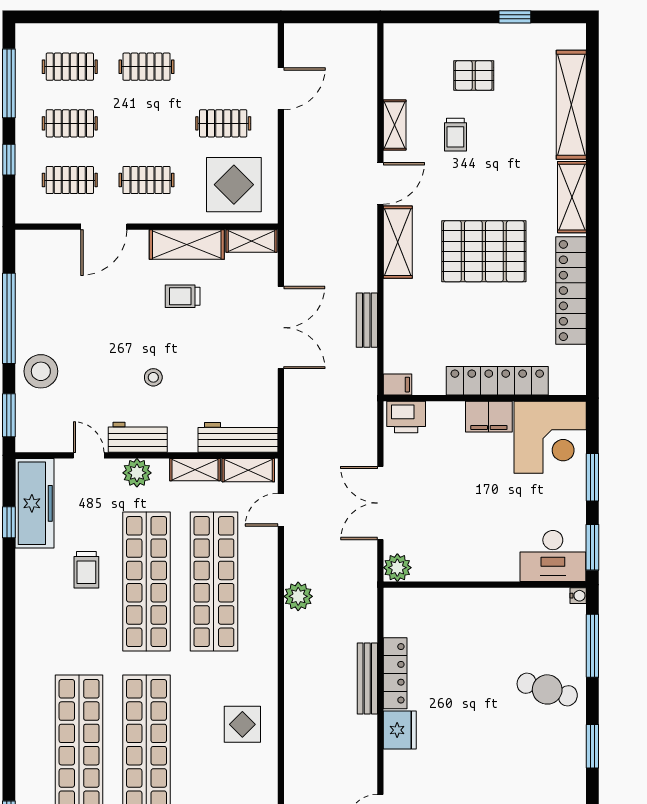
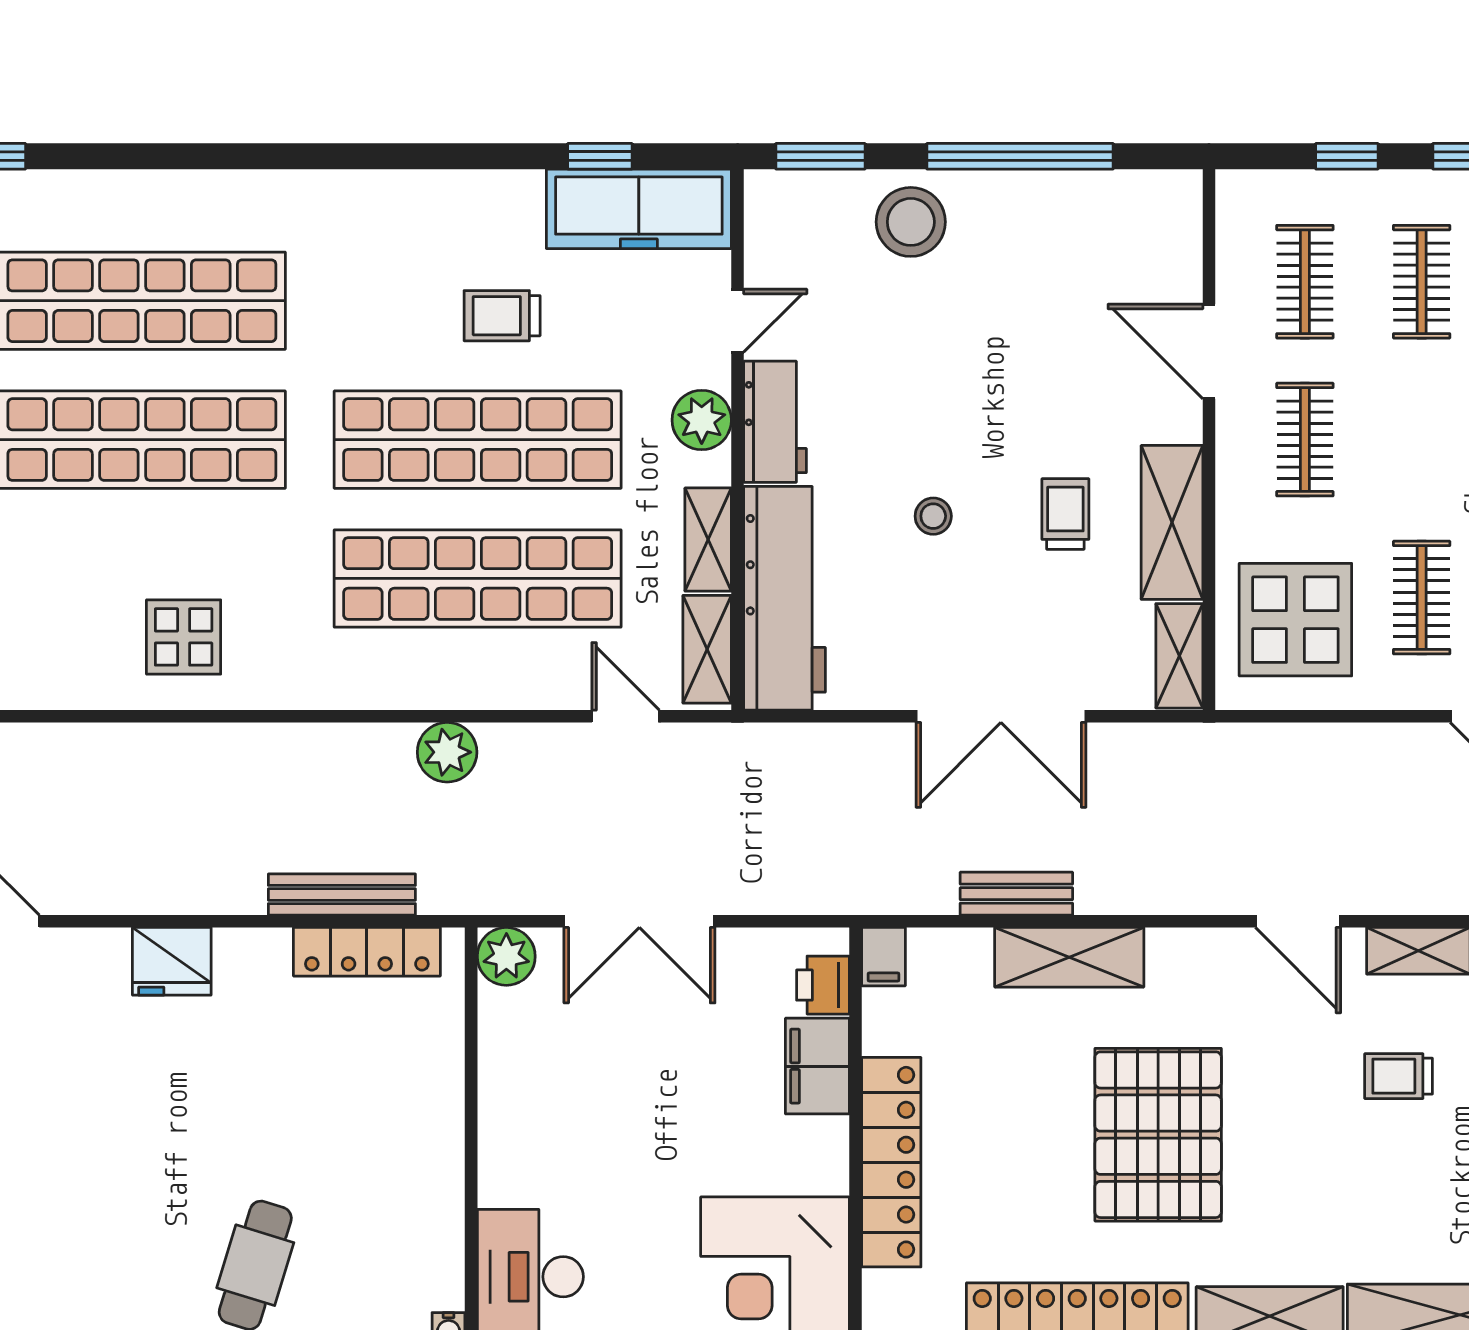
shelving: (398, 242) -> (1069, 957), moved
stool: (153, 377) -> (933, 516), moved
printer: (406, 417) -> (823, 985), width x0.73, depth x0.81
filing cabinet: (489, 417) -> (817, 1066), moved
workbench: (238, 437) -> (785, 598), width x1.36, depth x1.32
double door: (380, 503) -> (639, 921), swing flipped
locker: (395, 673) -> (367, 952), moved
bench: (367, 679) -> (342, 895), moved

